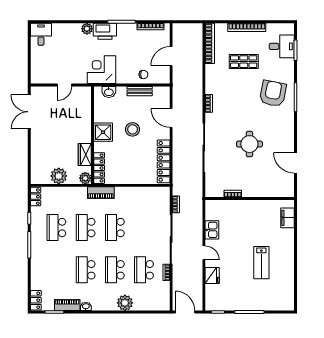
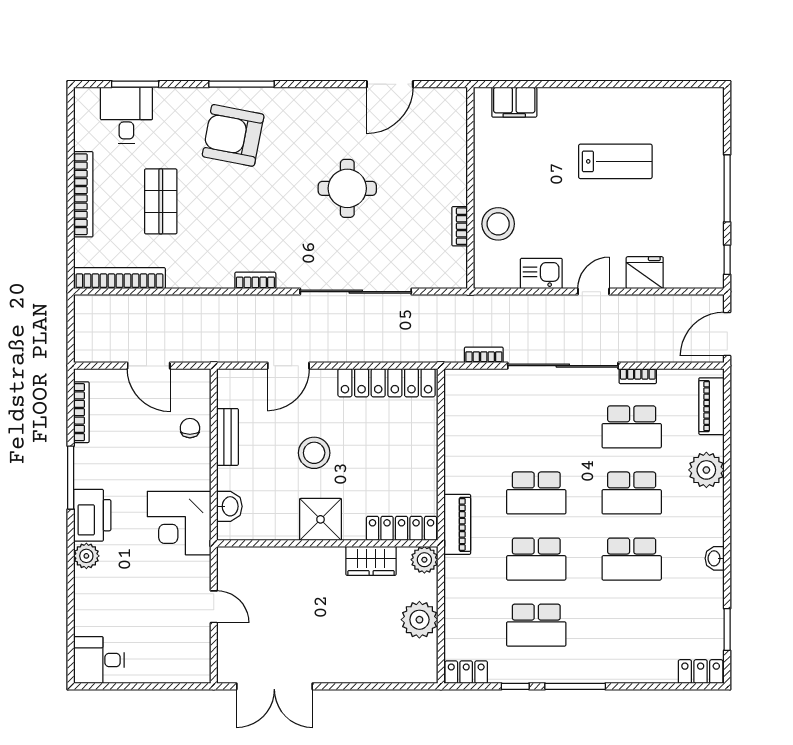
stool: (234, 211) -> (498, 224), added
piano: (67, 305) -> (711, 406), moved

